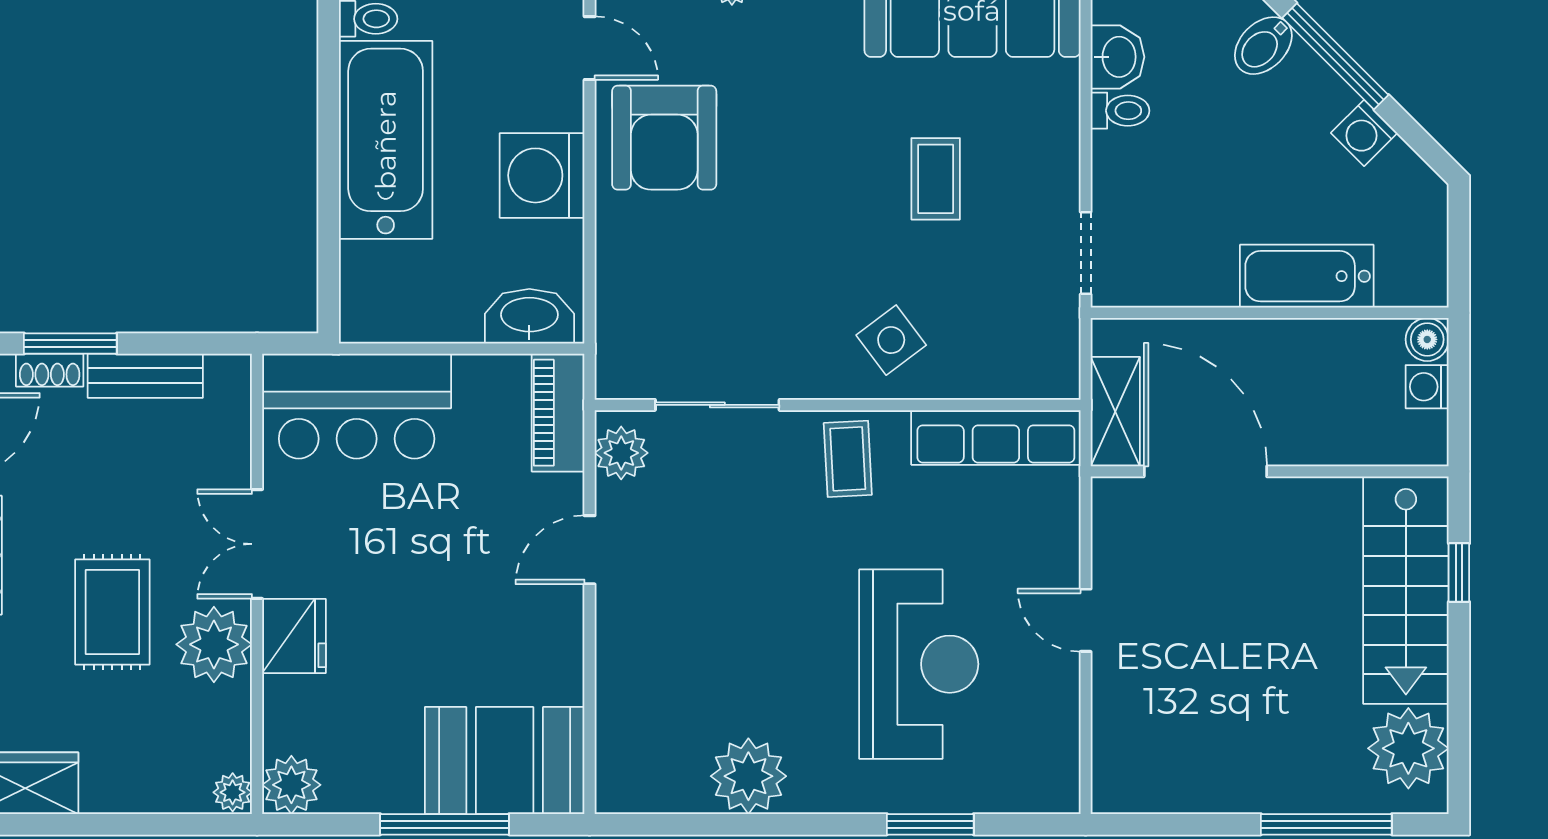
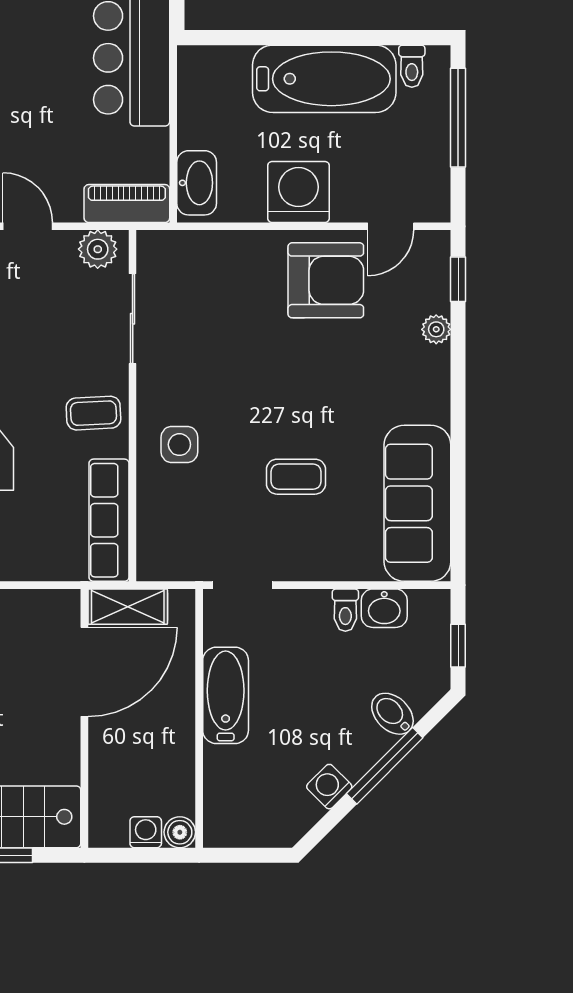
armchair: (664, 138) -> (326, 280), turned 180
bathtub: (1307, 276) -> (226, 695), moved
side table: (891, 340) -> (179, 445), turned 37

